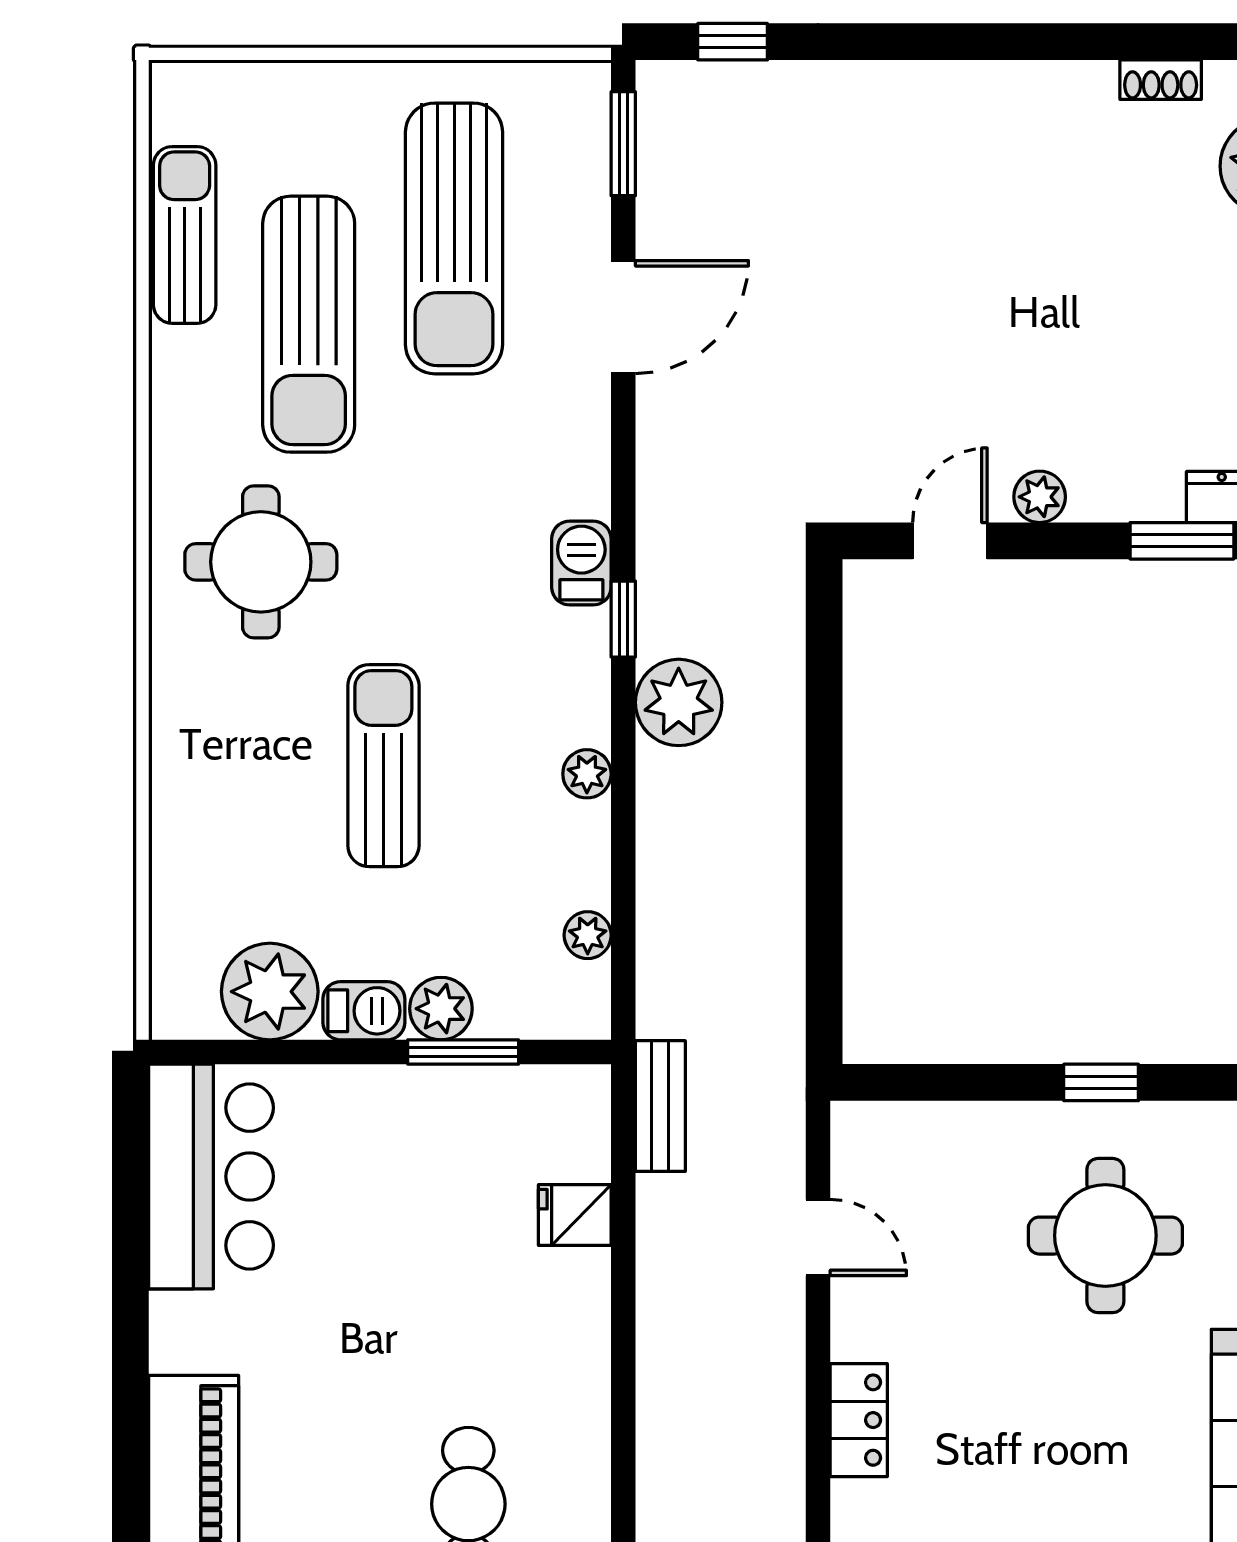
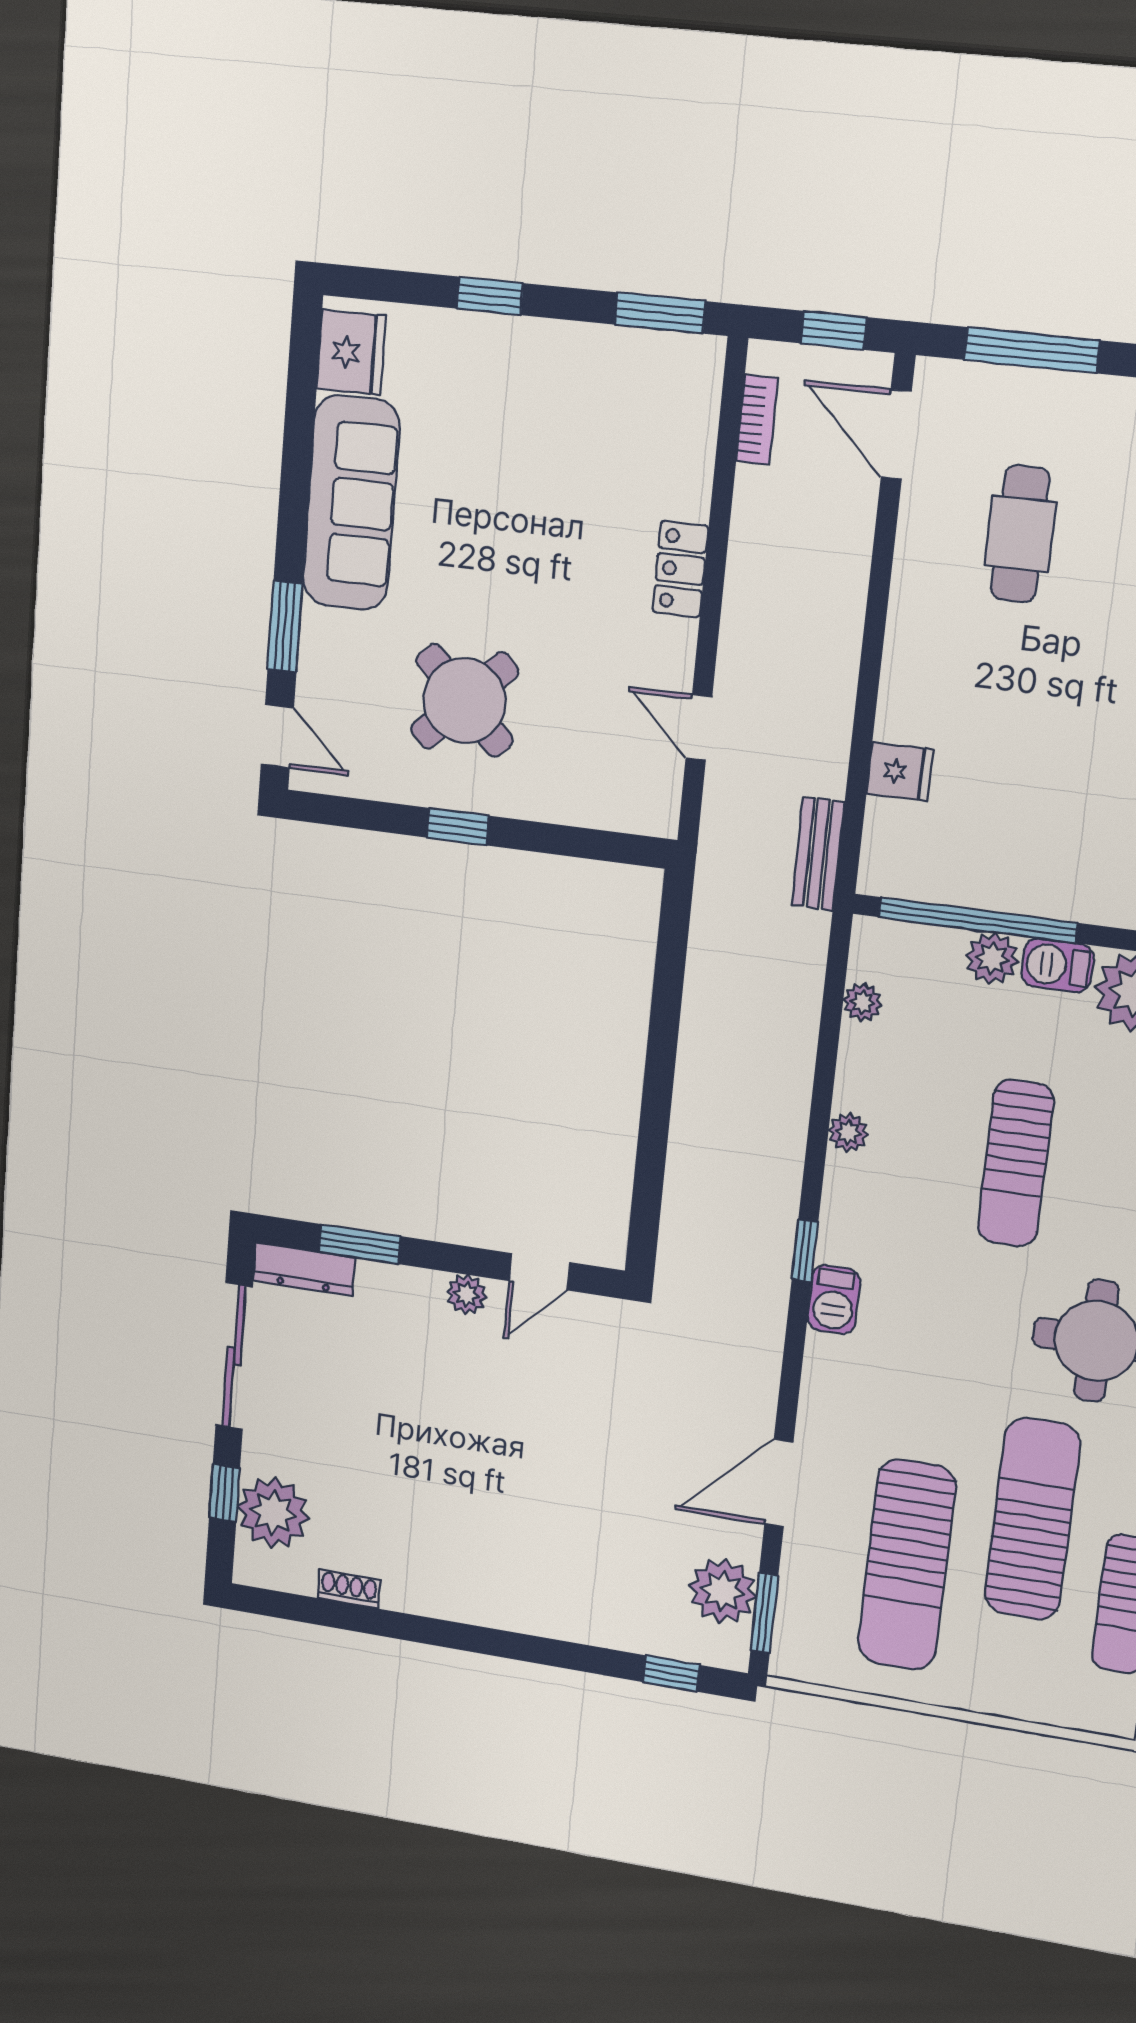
sun lounger: (454, 238) -> (907, 1565), turned 180
plant: (679, 702) -> (723, 1591), moved
window: (463, 1052) -> (978, 920), width x2.11
round table: (1105, 1236) -> (465, 701), turned 45

